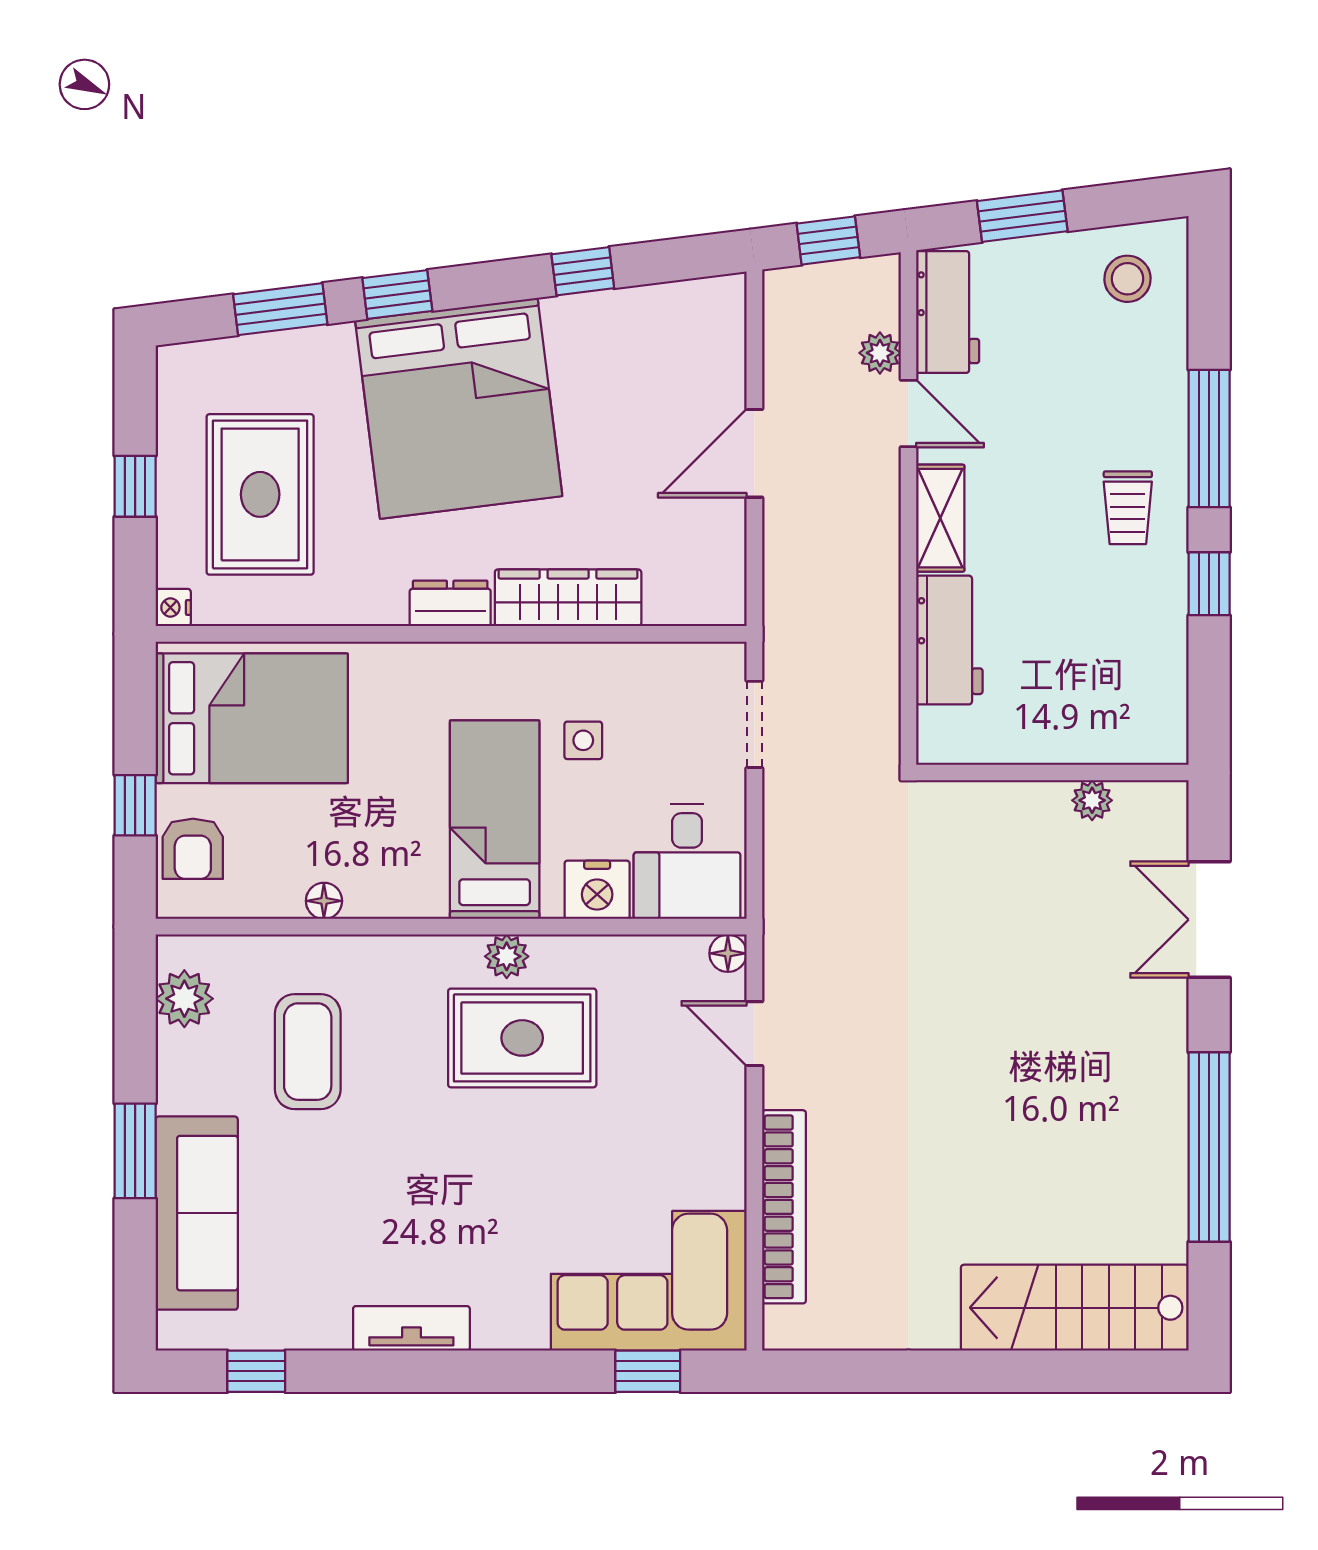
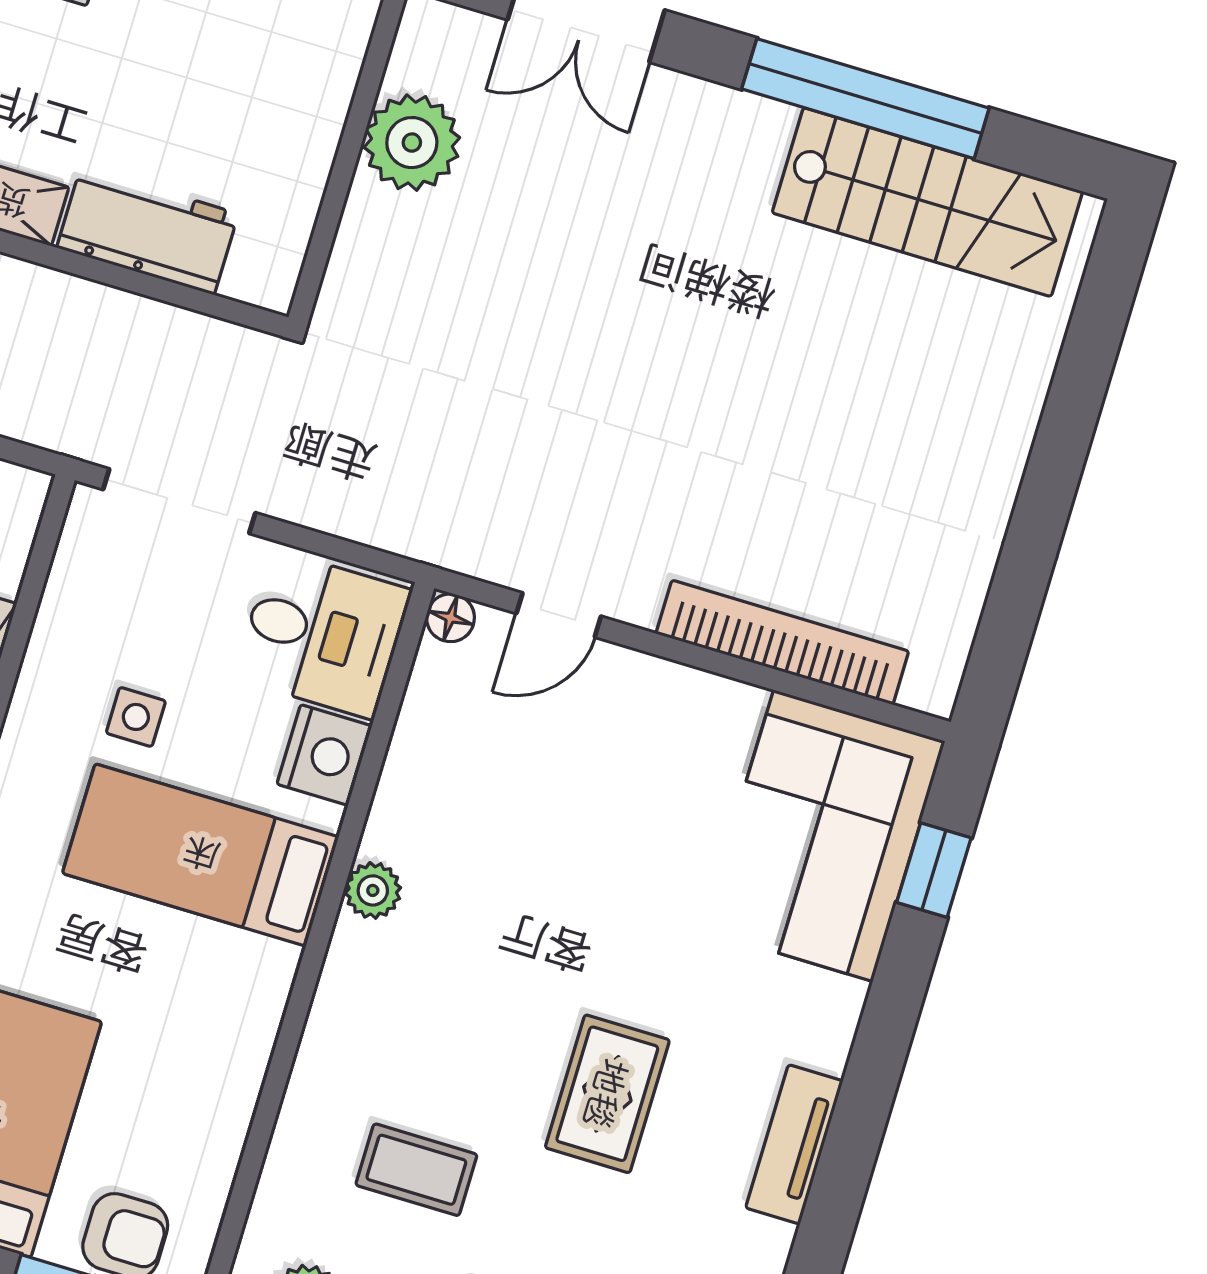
doorway: (754, 724) -> (179, 501), width x1.38
plant: (1092, 800) -> (412, 143), width x1.87, depth x1.87
floor lamp: (324, 901) -> (237, 1094), removed
rug: (522, 1038) -> (607, 1094), moved, width x0.73, depth x0.70
coffee table: (308, 1052) -> (416, 1170), width x0.73, depth x0.77
stairs: (1075, 1308) -> (927, 202), moved, turned -90

